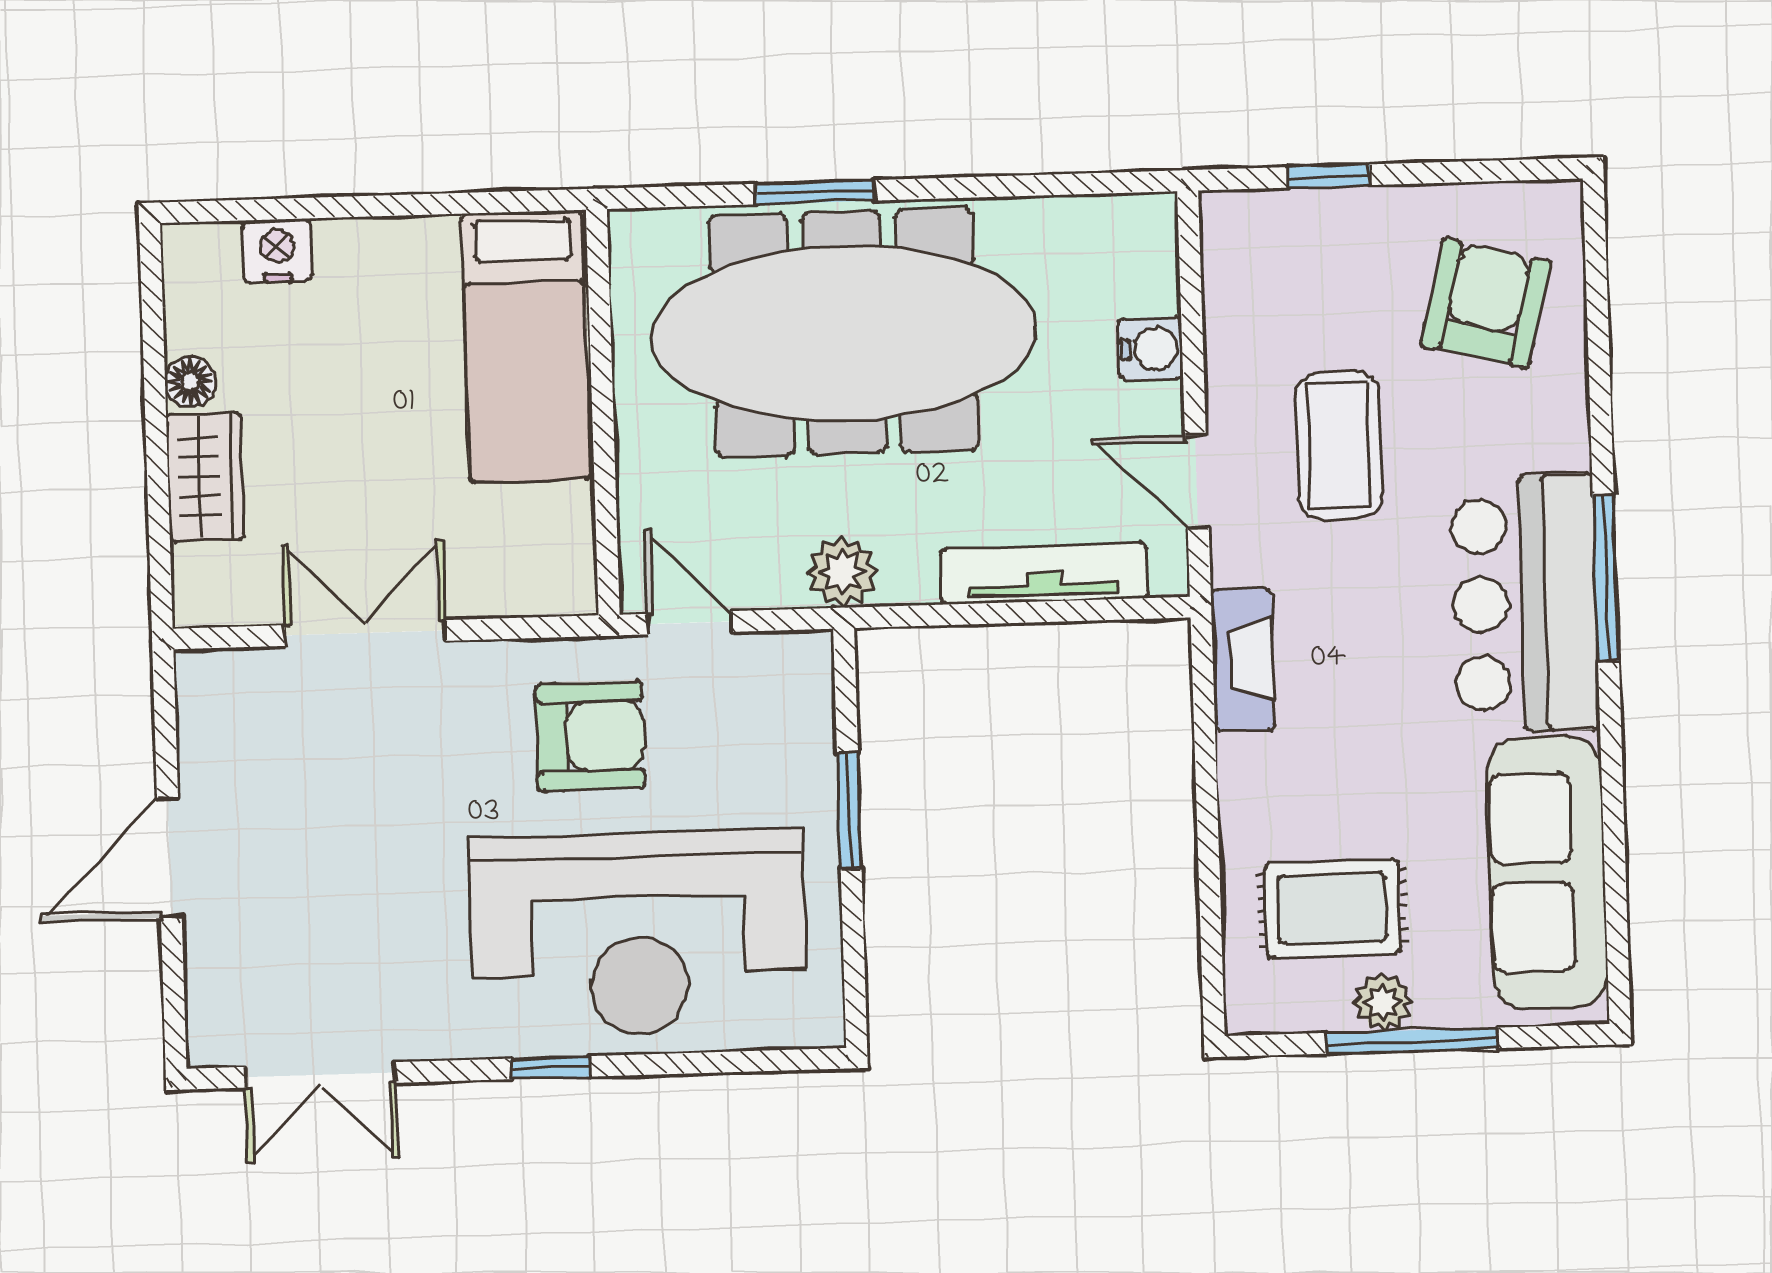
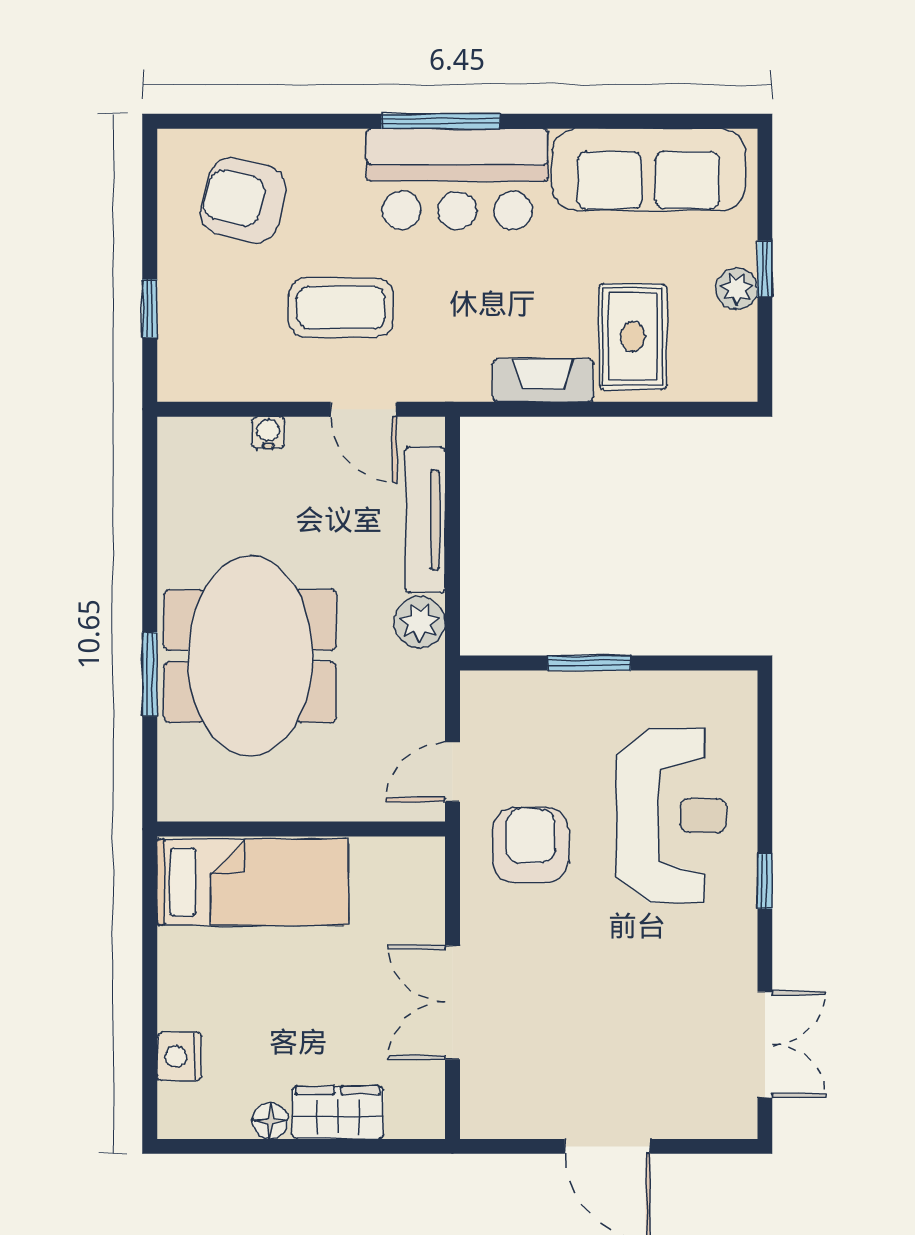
meeting table: (844, 333) -> (250, 656), width x0.73
water cooler: (1151, 349) -> (268, 433), width x0.72, depth x0.72
door: (1197, 482) -> (364, 409), hinge flipped
plant: (842, 572) -> (420, 622), moved
fireplace: (1243, 660) -> (543, 380), moved
rug: (1333, 908) -> (633, 337), moved
reception desk: (638, 933) -> (672, 816), width x0.74, depth x0.77
window: (1412, 1041) -> (765, 269), width x0.46

